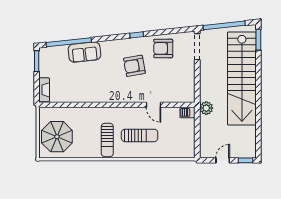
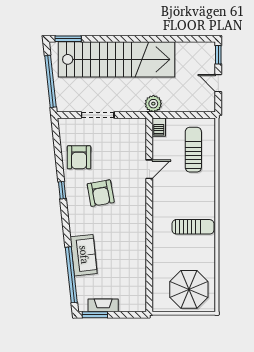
doorway: (197, 47) -> (98, 115), moved
fireplace: (44, 90) -> (103, 305), moved
sun lounger: (140, 135) -> (193, 150), moved

